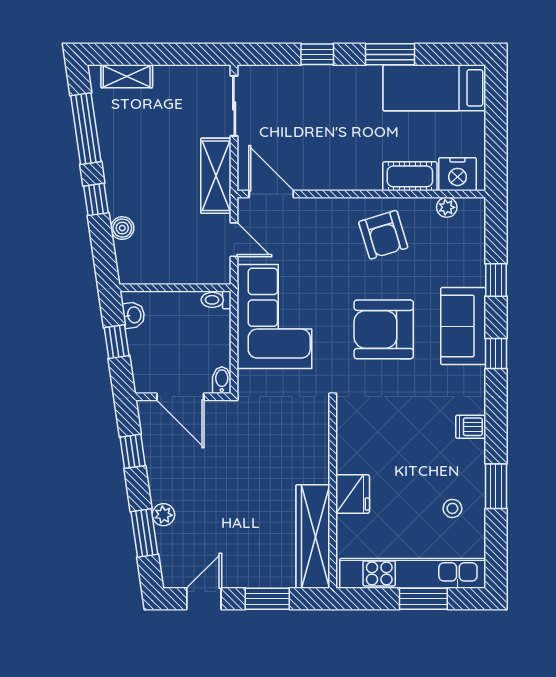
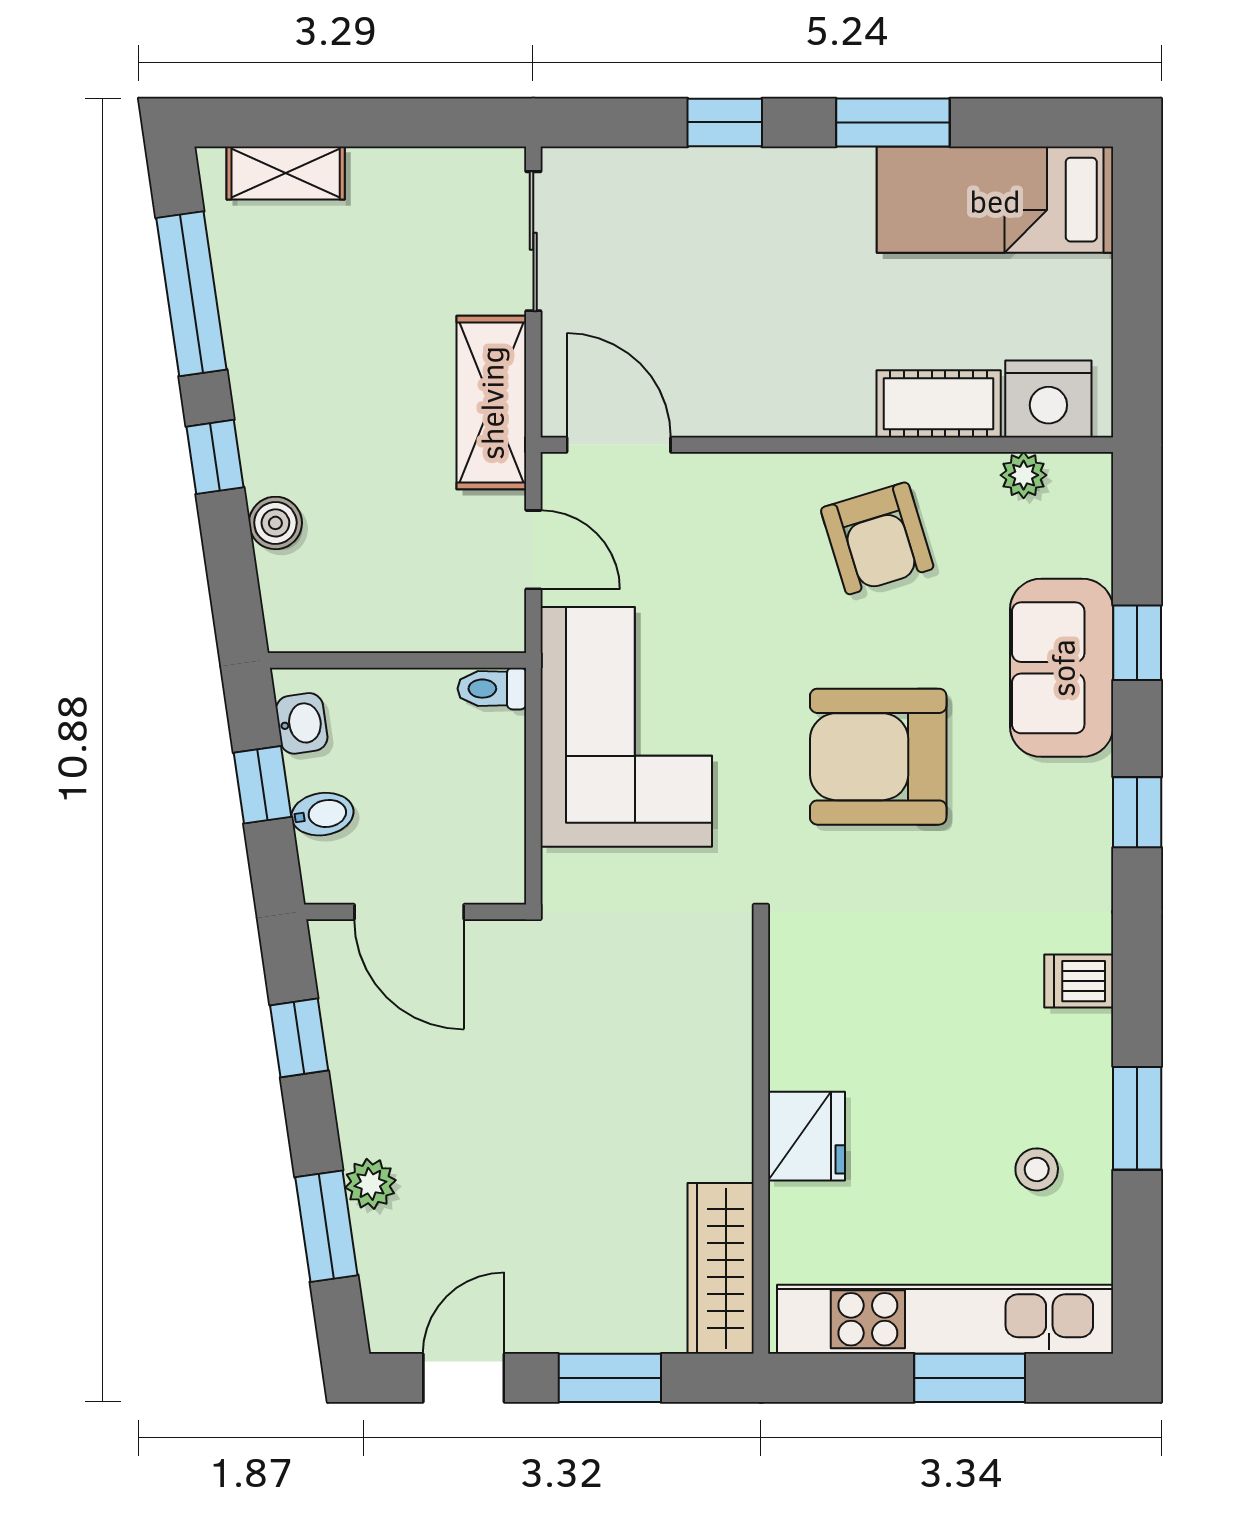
sofa: (463, 326) -> (1062, 668), moved
bidet: (222, 380) -> (322, 814), moved, turned 82
wardrobe: (313, 537) -> (721, 1268), width x0.71, depth x0.85

